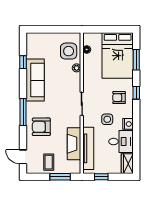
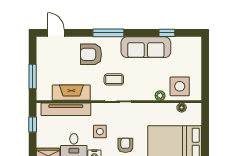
armchair: (41, 127) -> (91, 54), turned -90
door: (23, 157) -> (56, 33), hinge flipped
coffee table: (49, 162) -> (114, 79), moved

